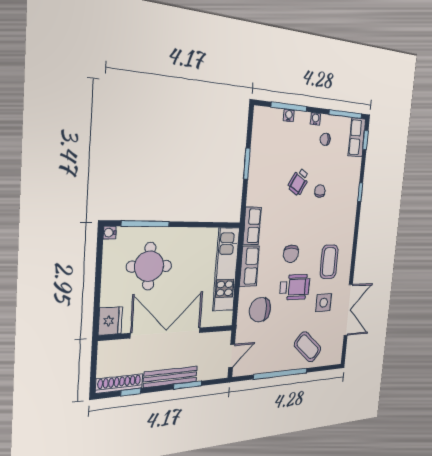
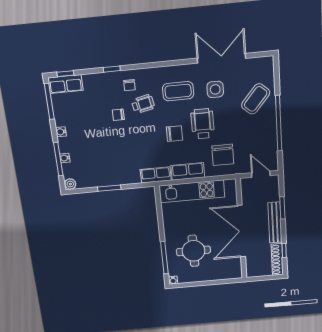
plant: (260, 114) -> (70, 184), added
chair: (325, 139) -> (129, 85), moved
wheelchair: (299, 182) -> (143, 104), moved, turned -42
fridge: (110, 321) -> (233, 272), removed

